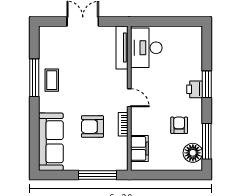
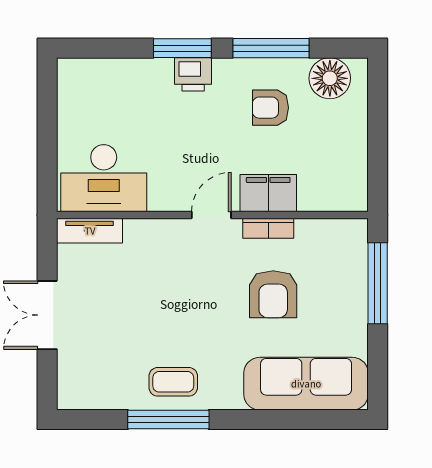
tv unit: (122, 47) -> (90, 231), width x0.71
window: (207, 141) -> (271, 48), moved
filing cabinet: (139, 148) -> (268, 193), moved

